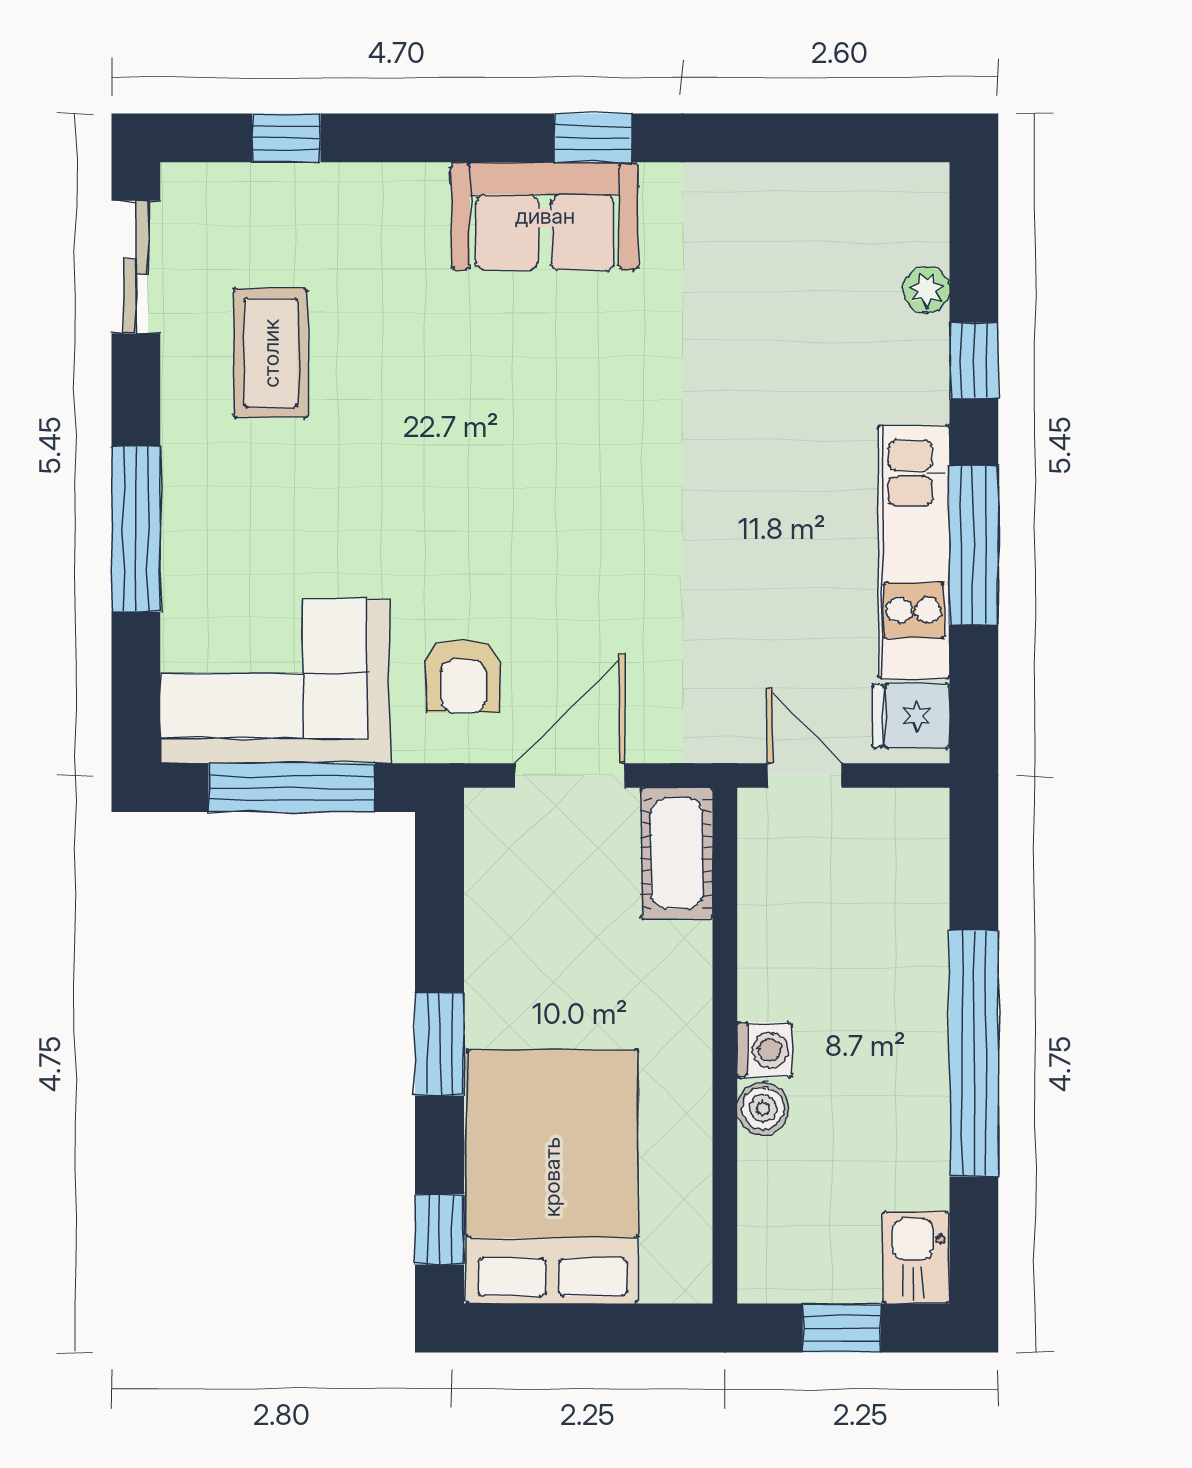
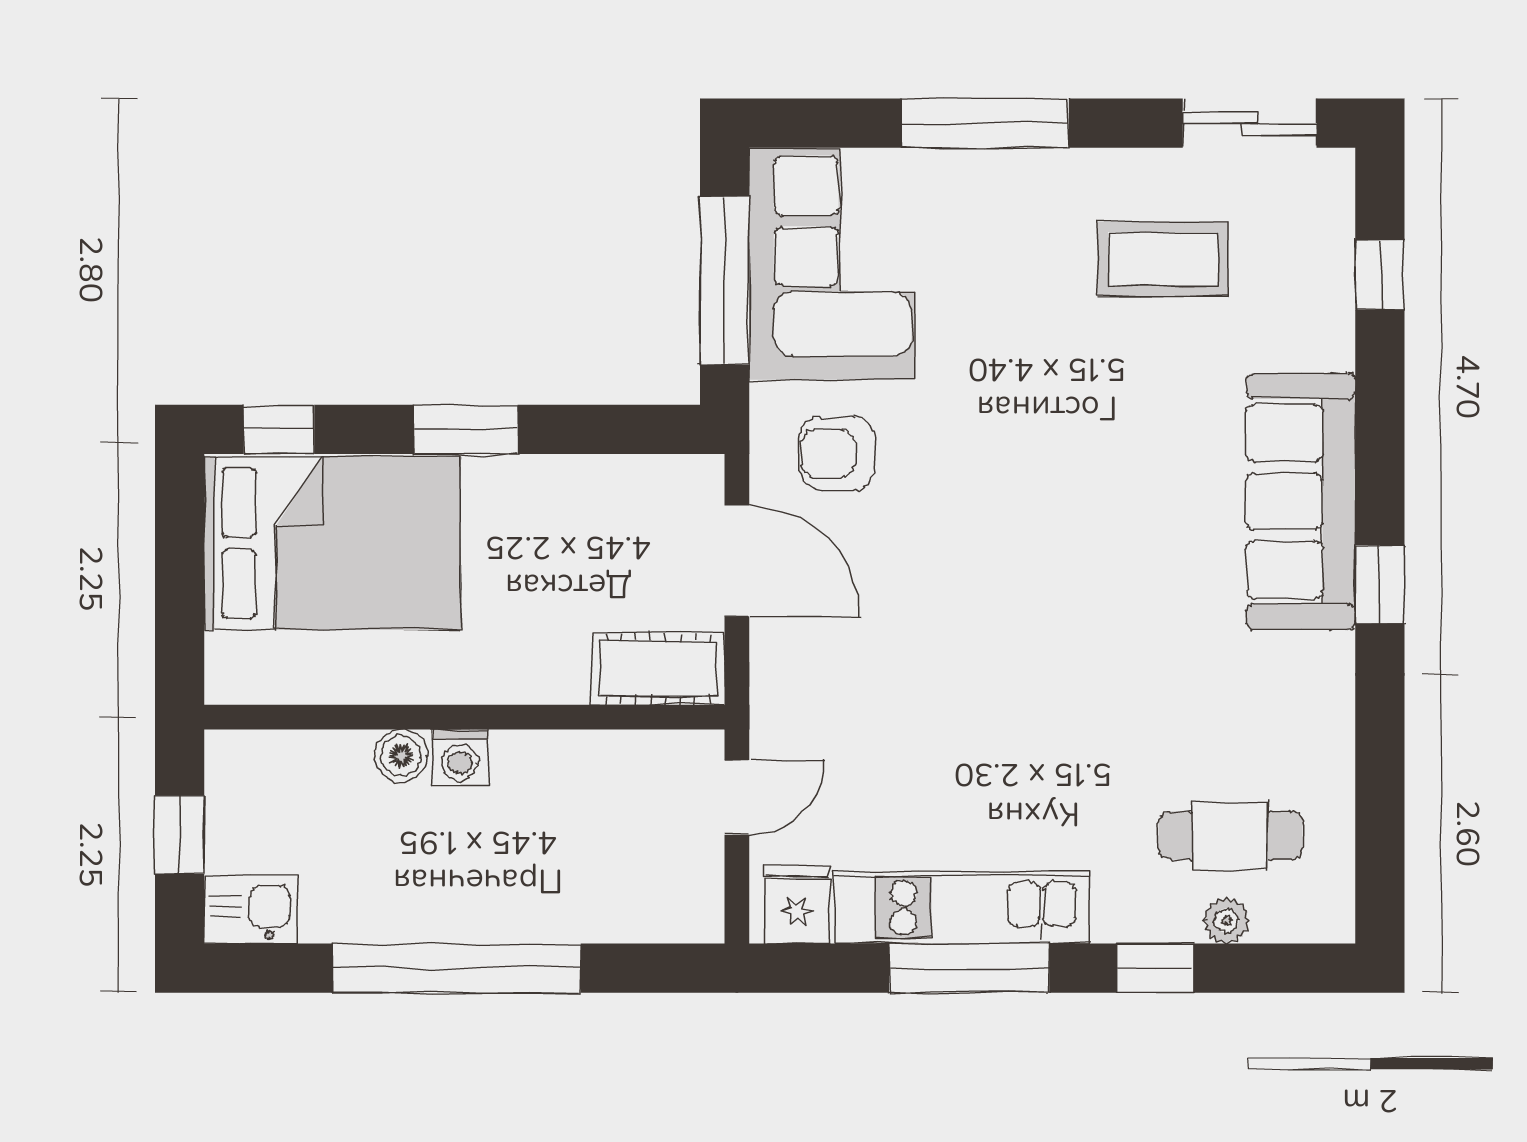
sofa: (545, 216) -> (1301, 502), width x1.36
cafe table: (842, 286) -> (1231, 836), added

